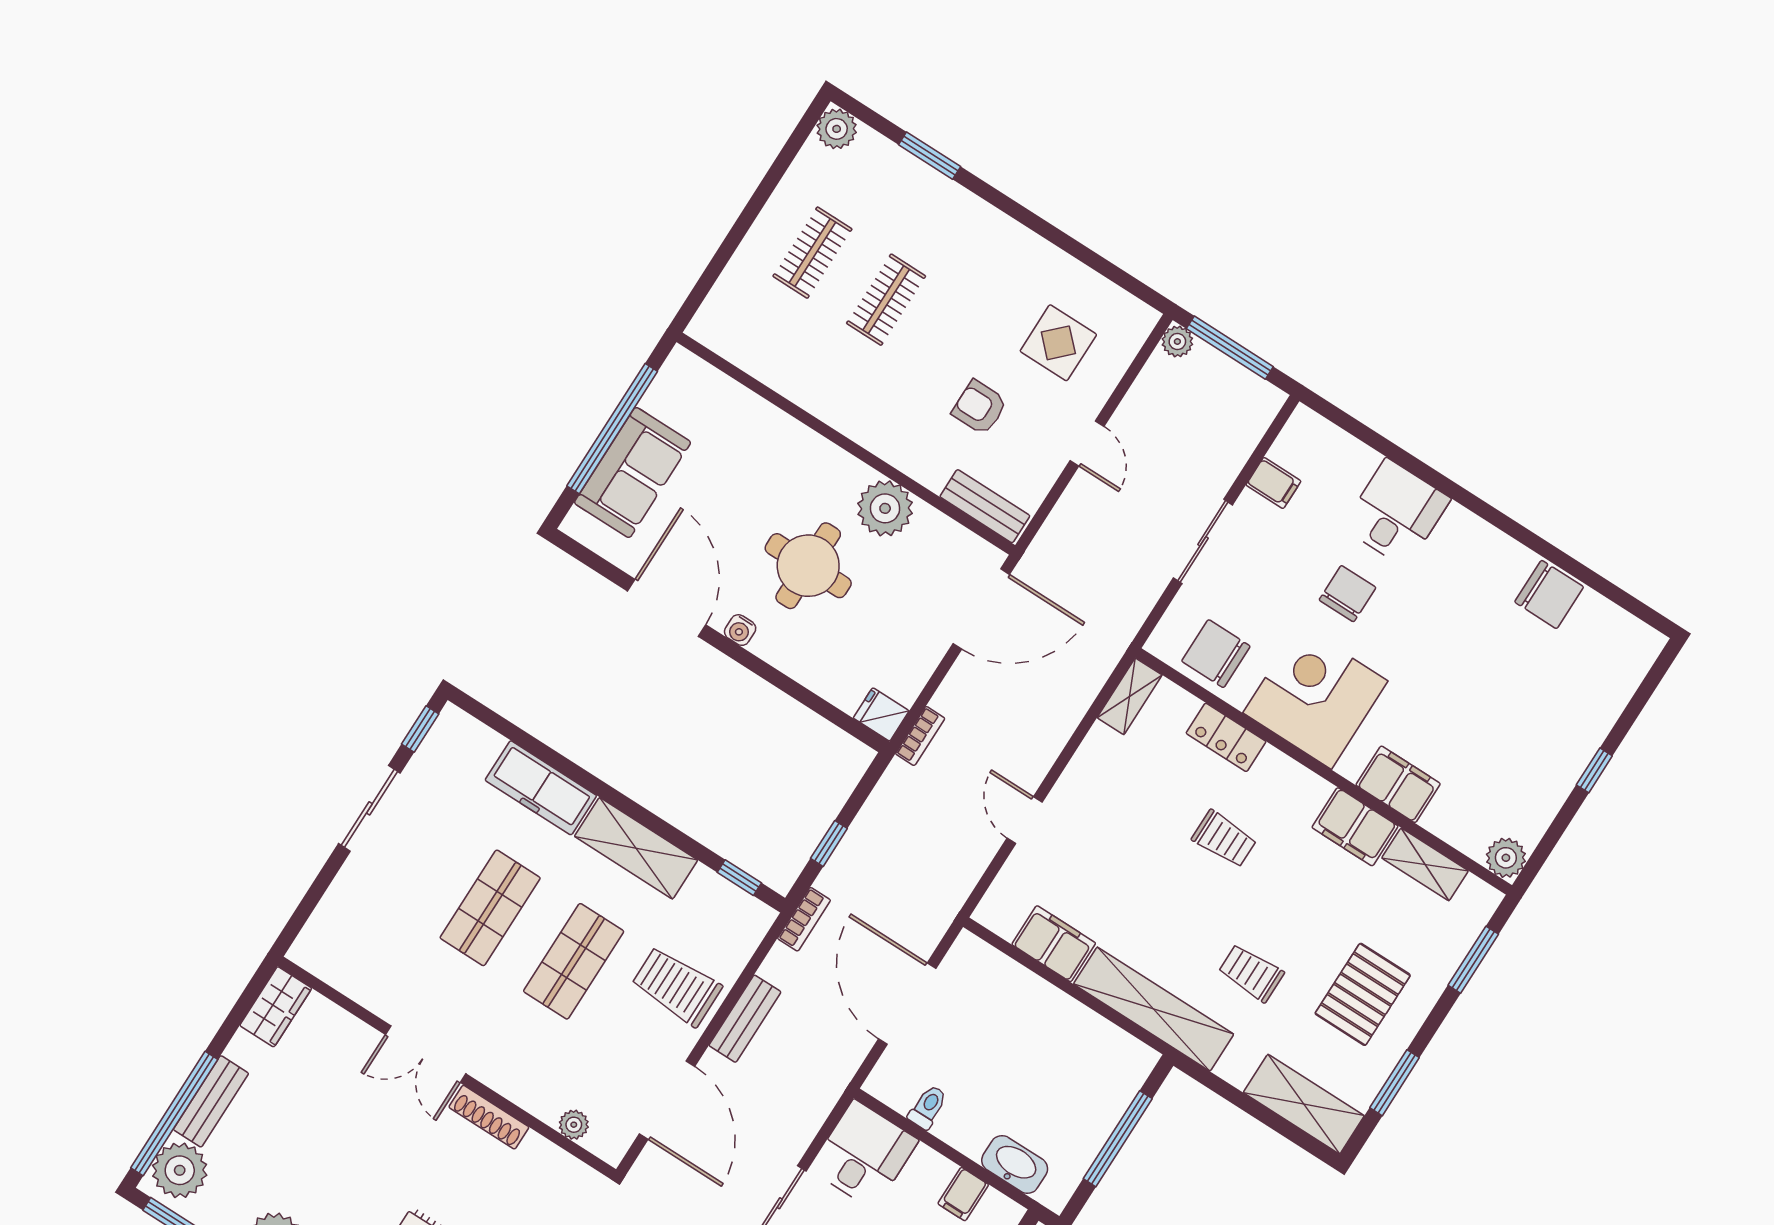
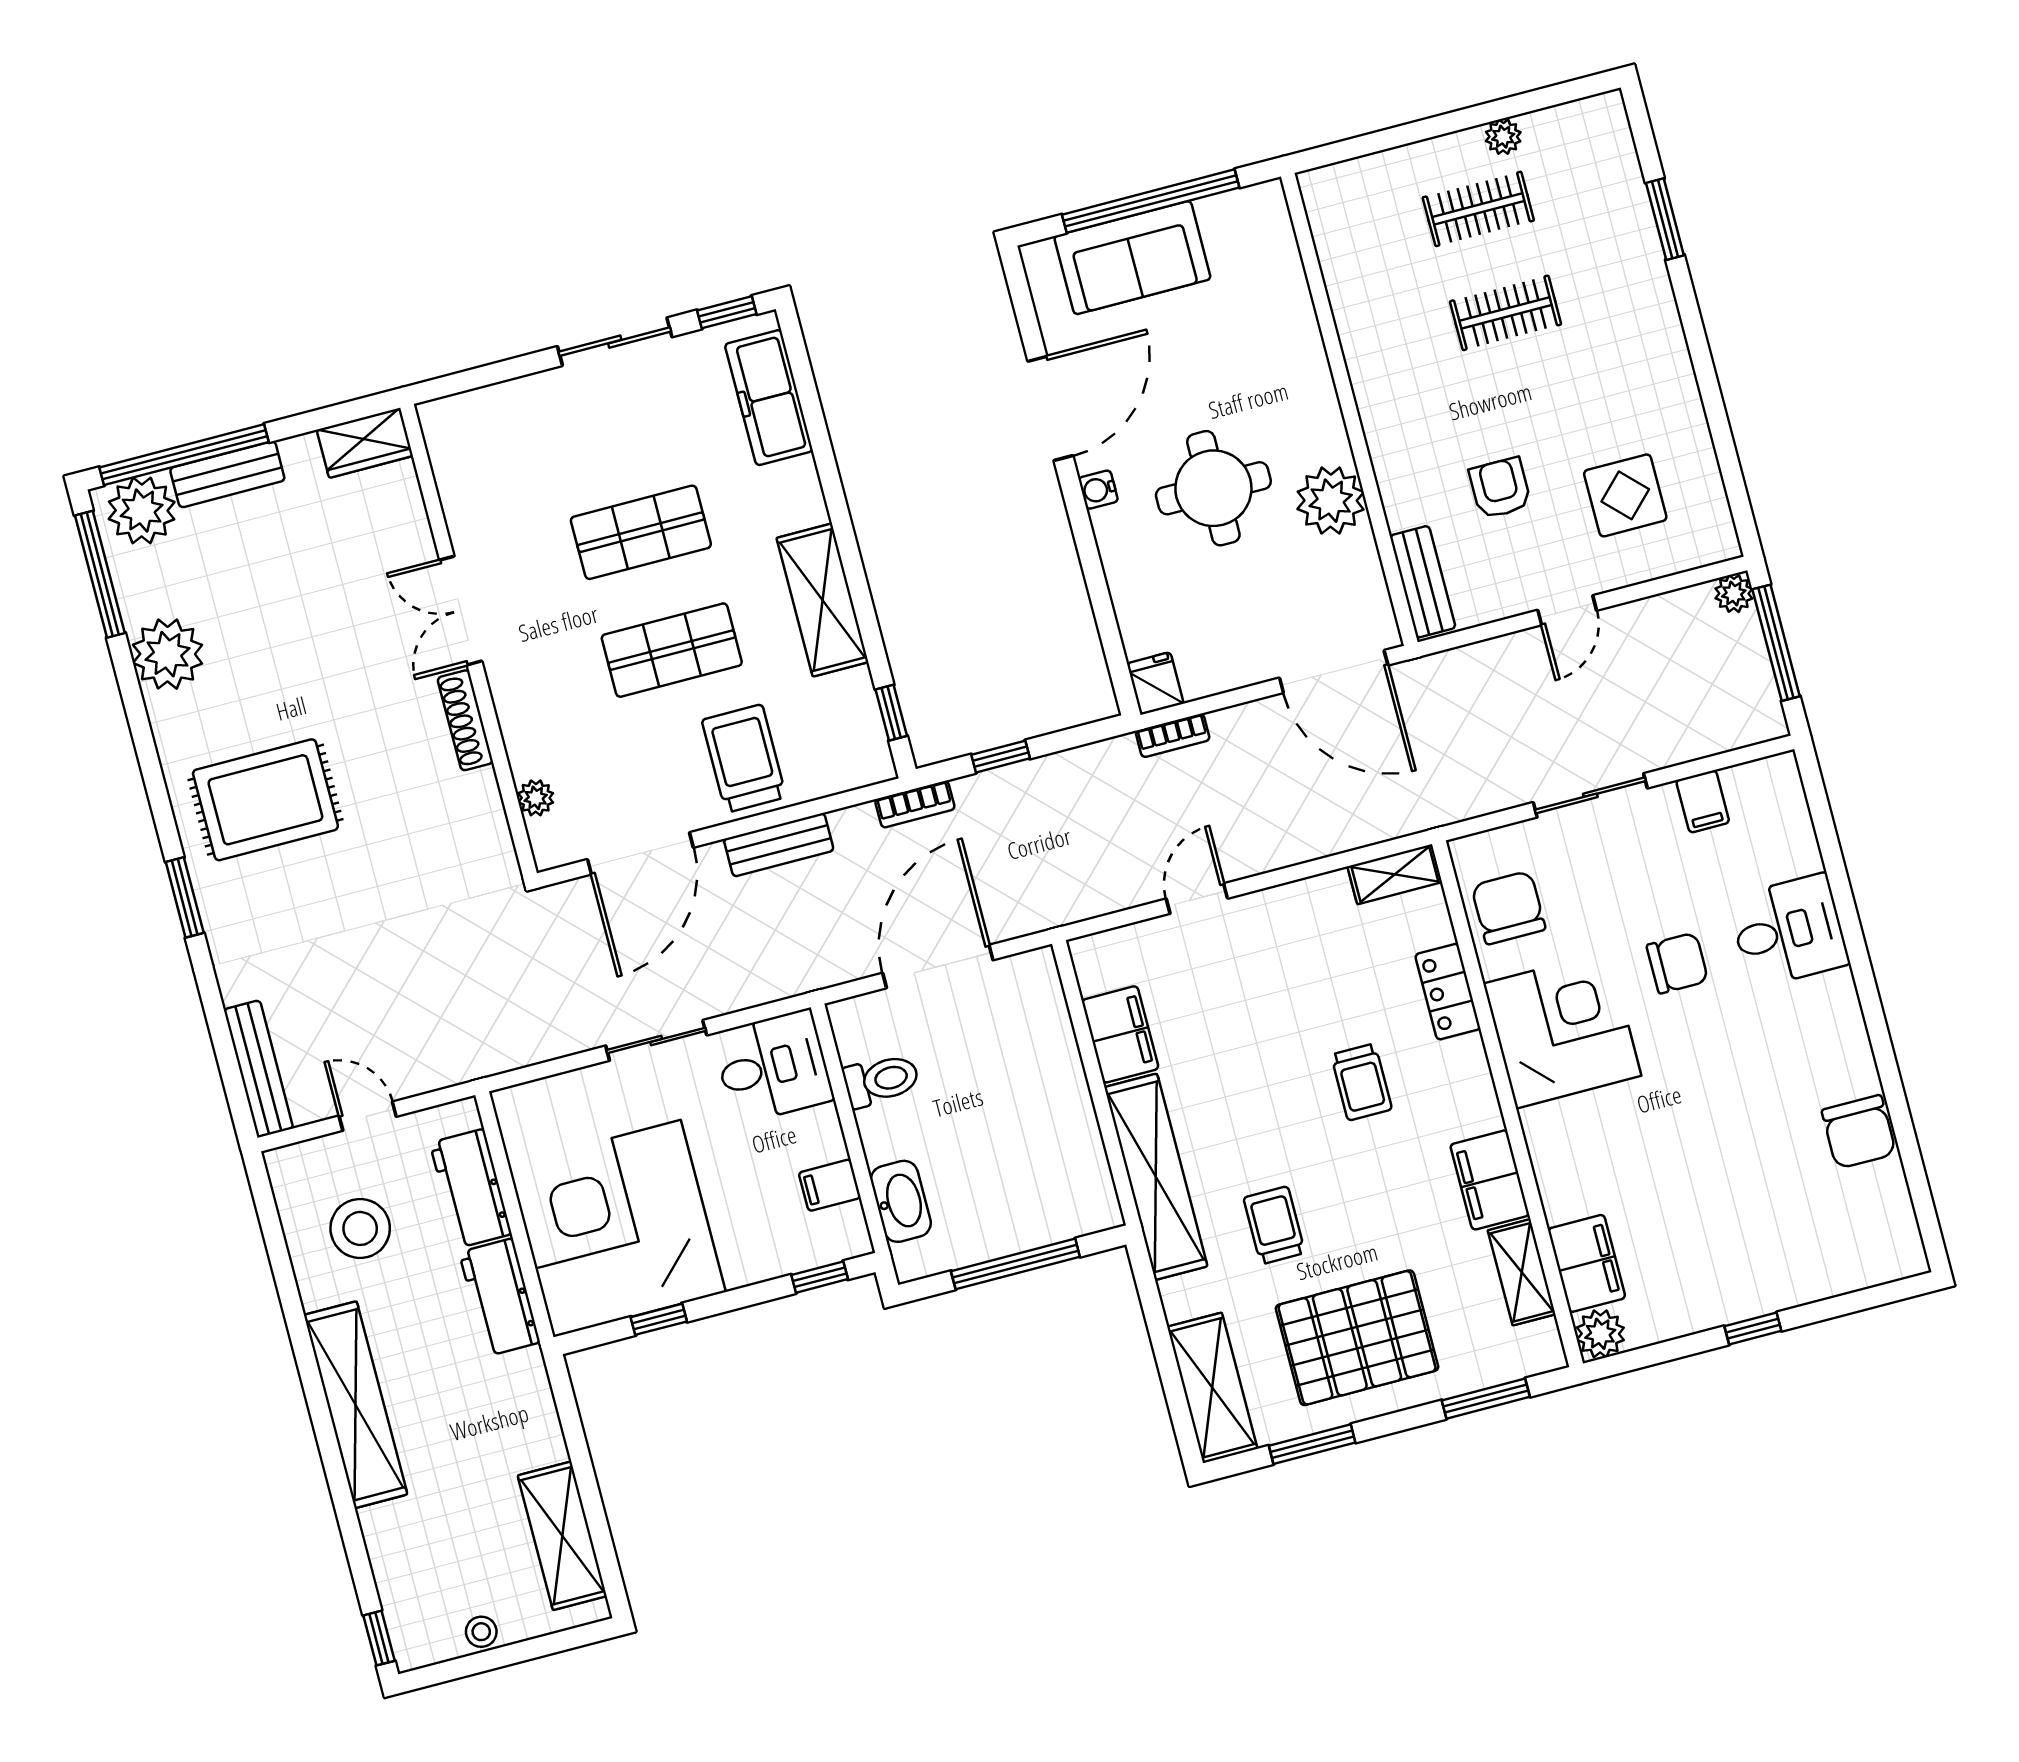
plant: (837, 129) -> (1503, 137), moved, width x0.73, depth x0.73
filing cabinet: (1398, 784) -> (1587, 1263), moved
freezer: (541, 788) -> (769, 398), moved
pallet: (1363, 994) -> (1357, 1338), width x1.37, depth x1.41
toilet: (928, 1107) -> (881, 1080), width x1.37, depth x1.39

